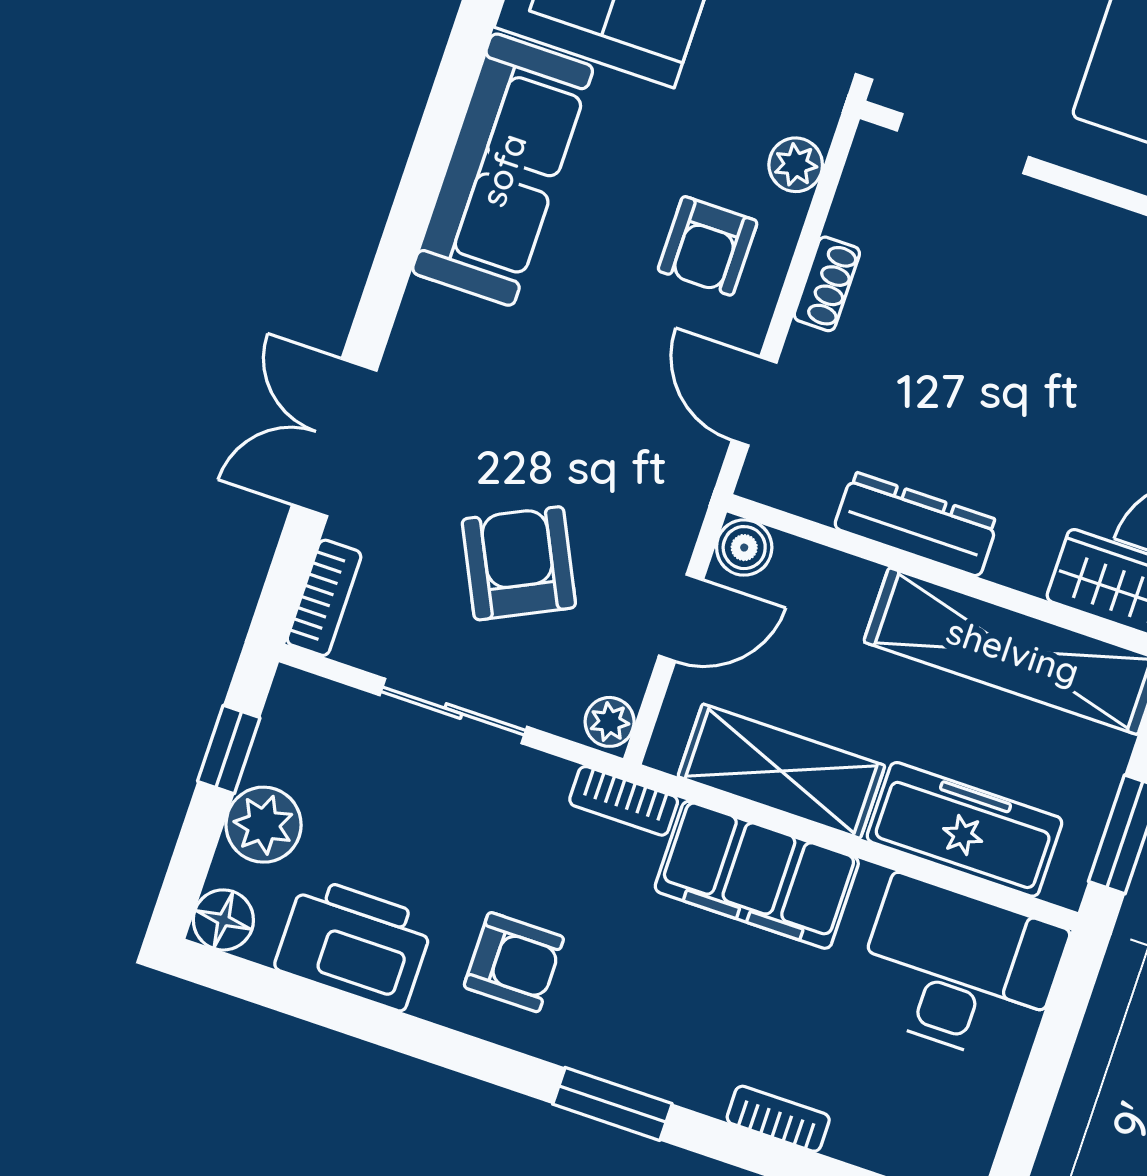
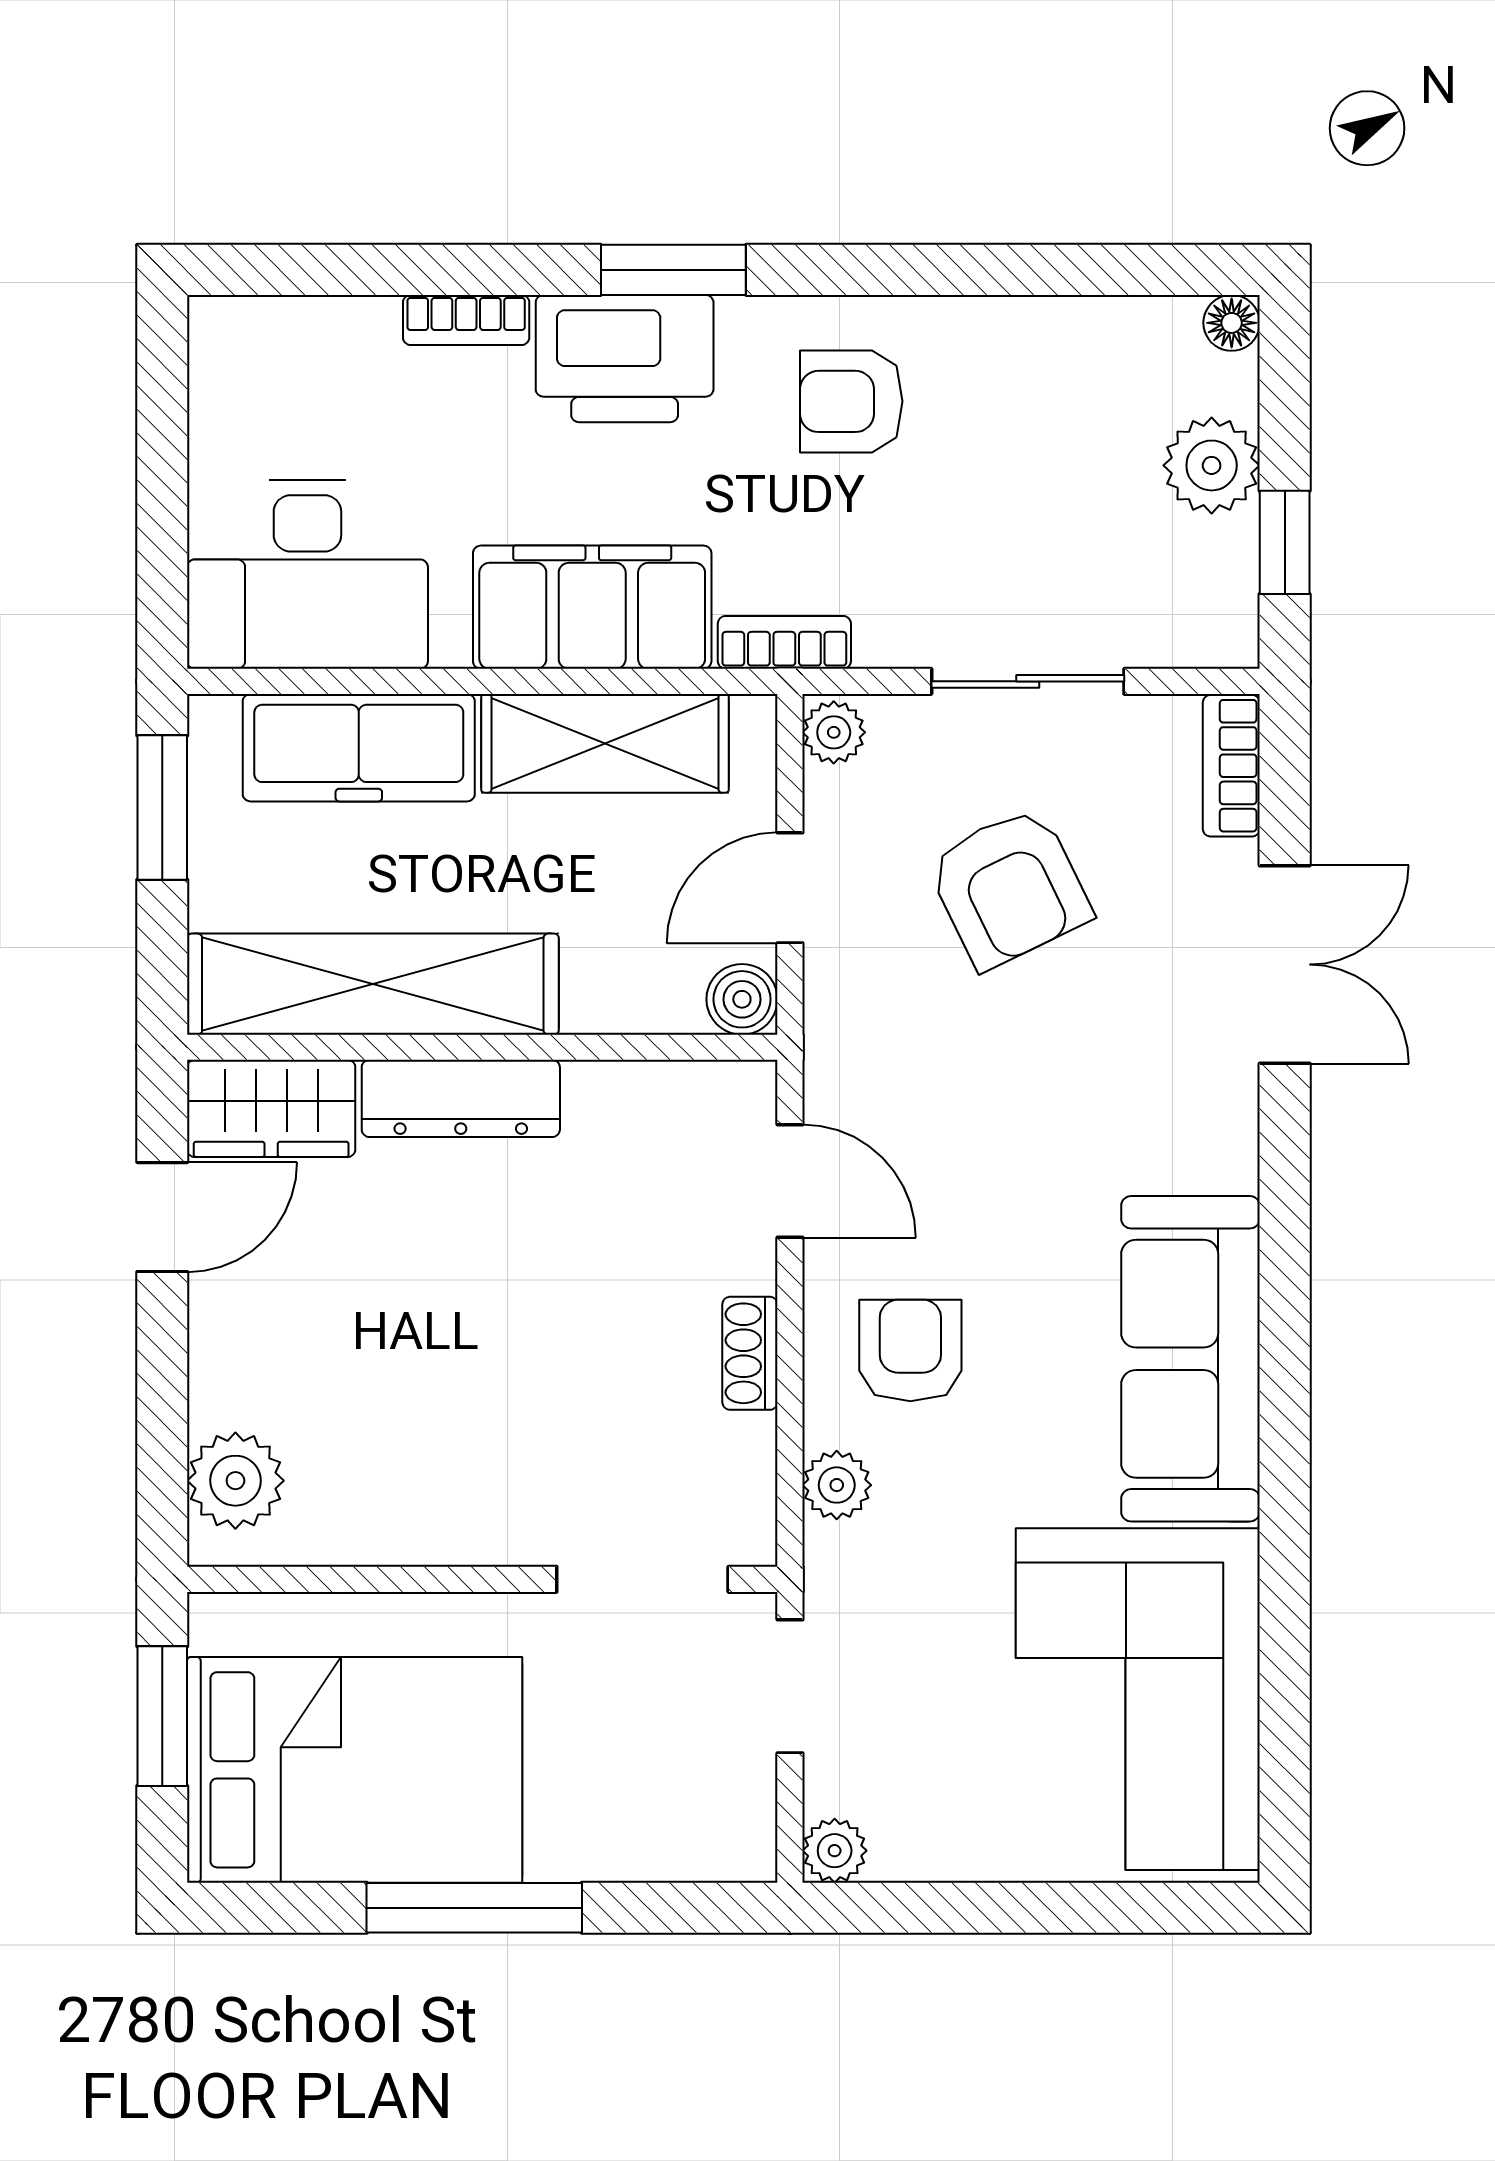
dresser: (916, 524) -> (461, 1098), moved
floor lamp: (223, 920) -> (1232, 323), width x0.73, depth x0.73
printer: (354, 944) -> (625, 359), moved

